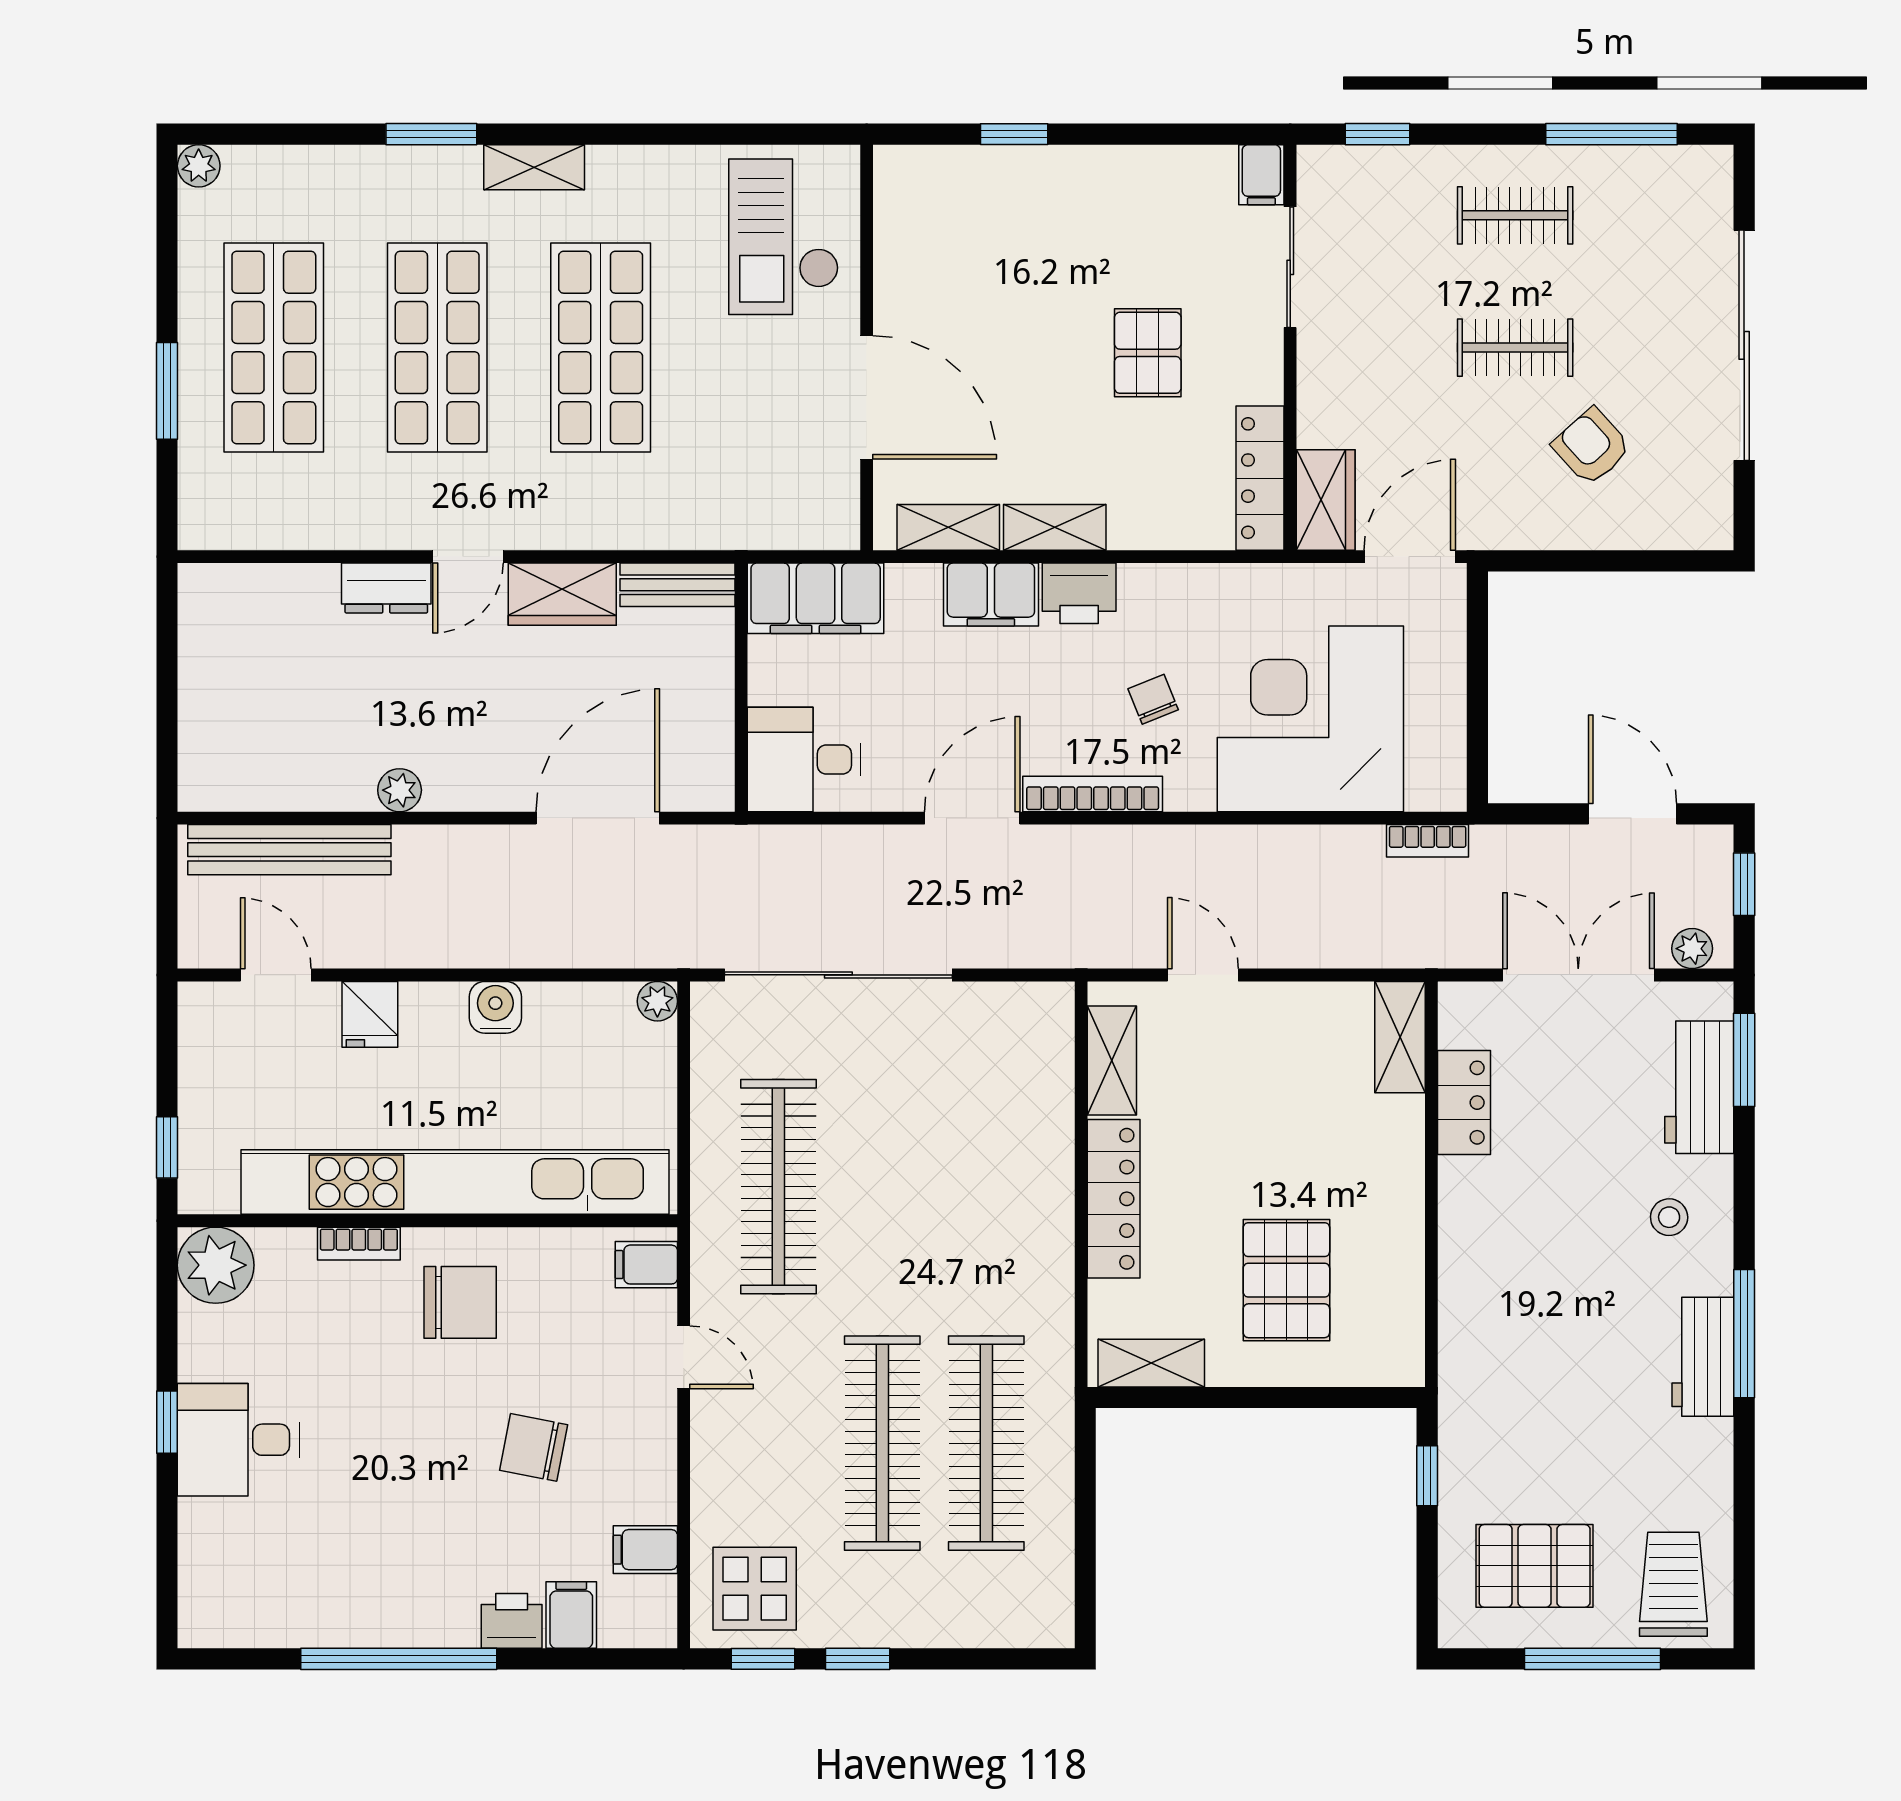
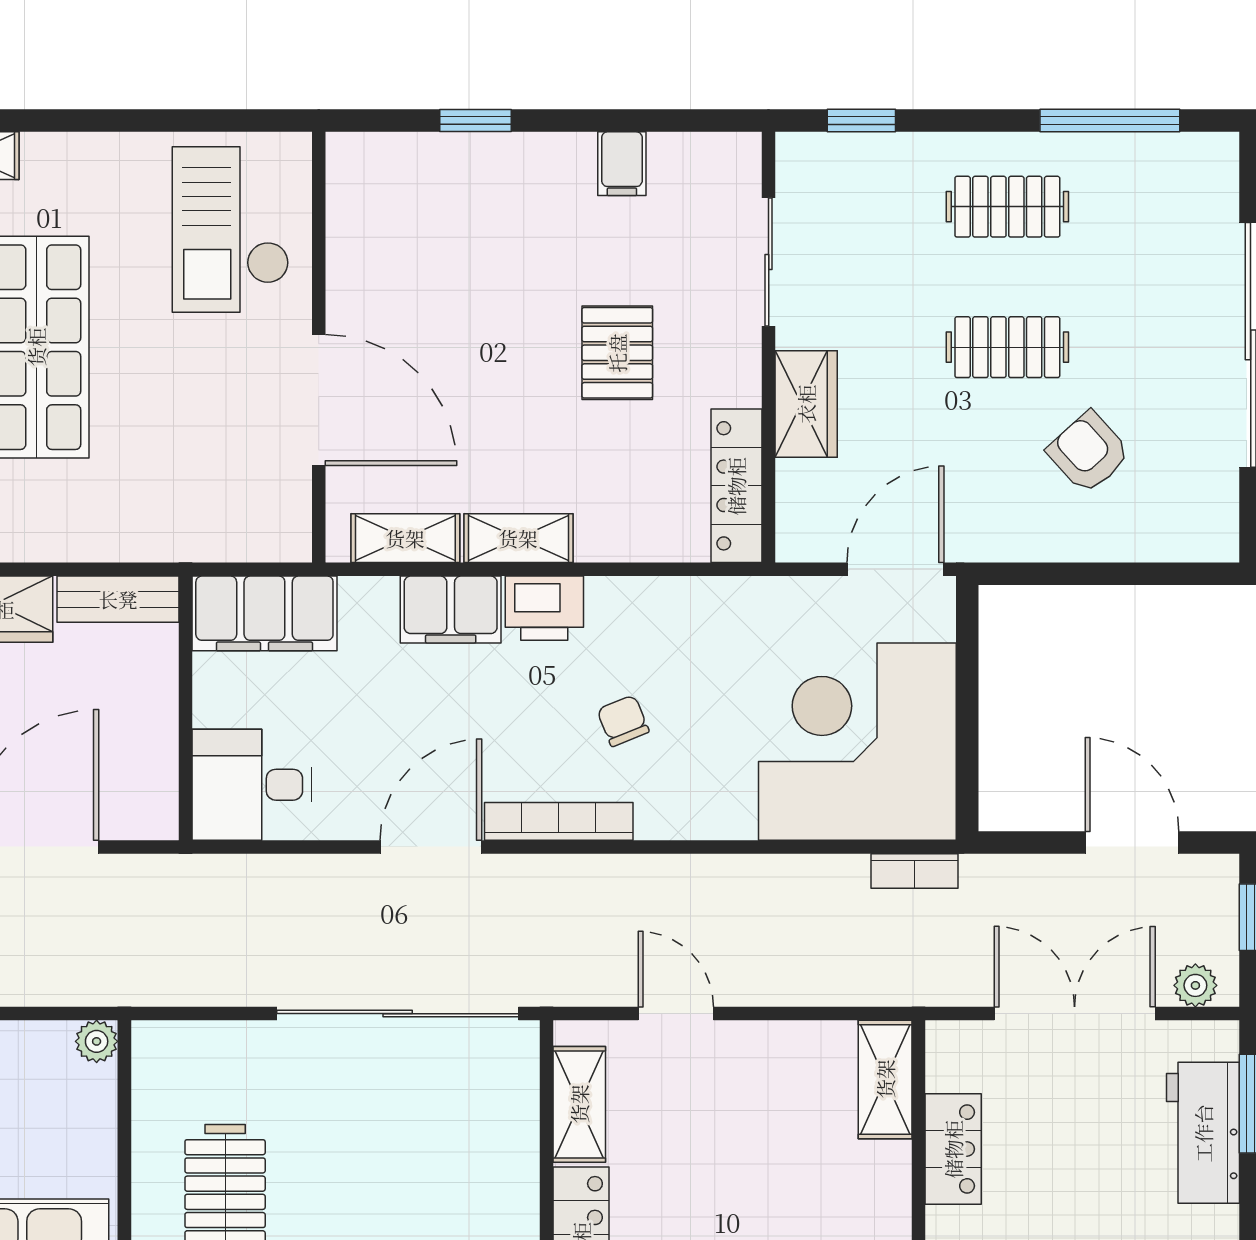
filing cabinet: (1261, 175) -> (622, 164), moved
wardrobe: (1326, 500) -> (806, 404), moved
corner desk: (1310, 719) -> (857, 742), moved
sliding door: (838, 975) -> (398, 1014), moved

